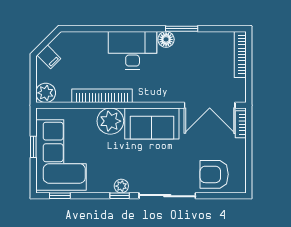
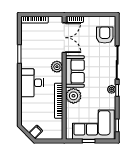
floor lamp: (166, 39) -> (26, 63), removed
plant: (46, 93) -> (57, 67), moved
armchair: (214, 174) -> (105, 35), turned 180

